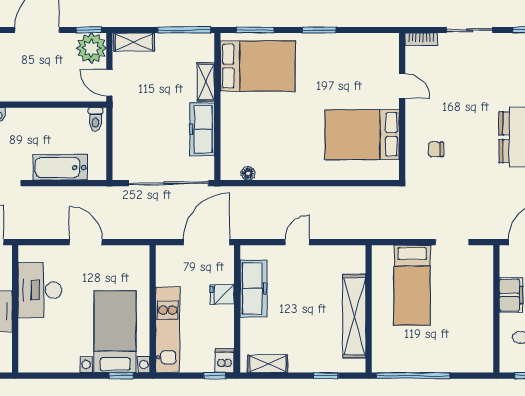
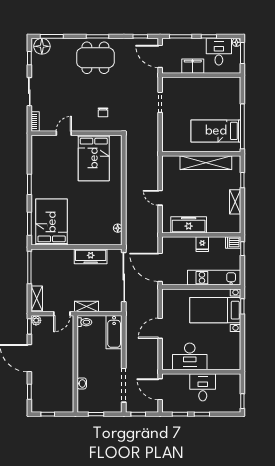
plant: (91, 48) -> (36, 320), width x0.53, depth x0.53
shelving: (206, 82) -> (87, 306), moved
bathtub: (60, 167) -> (114, 332), moved
door: (207, 242) -> (160, 267), moved
bed: (412, 285) -> (216, 131), moved, turned 180
fridge: (222, 294) -> (202, 244), moved
shelving: (268, 364) -> (235, 202), moved

